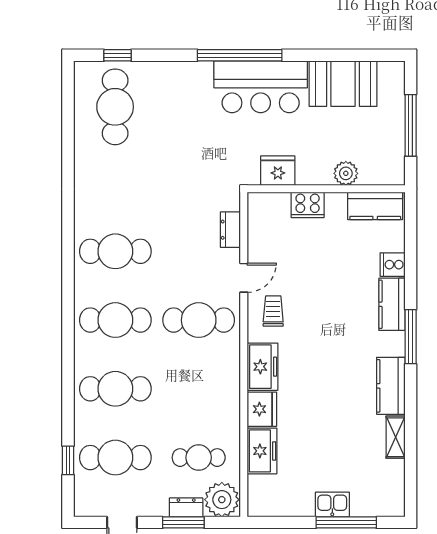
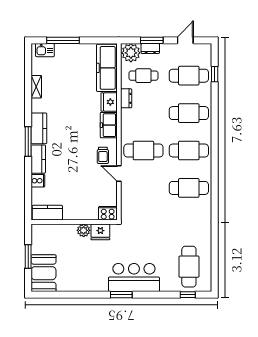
window: (240, 55) -> (121, 295), width x0.47
booth: (343, 84) -> (44, 273), moved, turned 90
bar counter: (261, 87) -> (134, 278), moved
window: (411, 125) -> (28, 257), width x0.69
plant: (346, 173) -> (84, 230), moved
cooker: (308, 205) -> (108, 213), moved
dresser: (230, 230) -> (126, 98), moved
door: (244, 278) -> (119, 174), hinge flipped
kitchen counter: (391, 386) -> (39, 128), moved
freezer: (262, 451) -> (107, 68), width x1.91, depth x1.26
kitchen sink: (332, 504) -> (45, 50), moved

